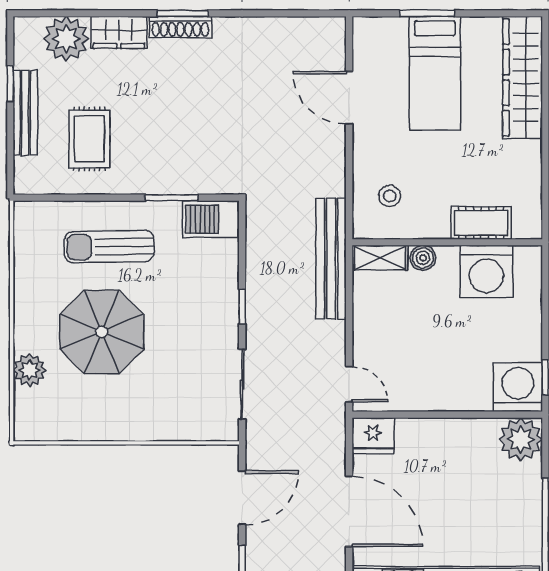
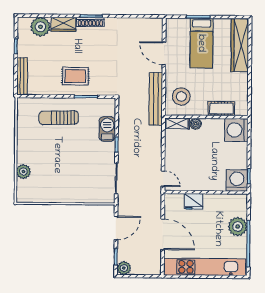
bench: (25, 113) -> (22, 76), moved
rug: (89, 139) -> (75, 76), moved, turned 90
stool: (390, 196) -> (181, 96), width x1.89, depth x1.89
barbecue: (211, 219) -> (107, 129), moved, turned 90
bench: (331, 259) -> (156, 99), moved
washing machine: (486, 272) -> (236, 130), moved, turned 90
parasol: (102, 332) -> (55, 155), removed
fridge: (373, 436) -> (194, 201), moved
plant: (521, 439) -> (238, 227), moved

